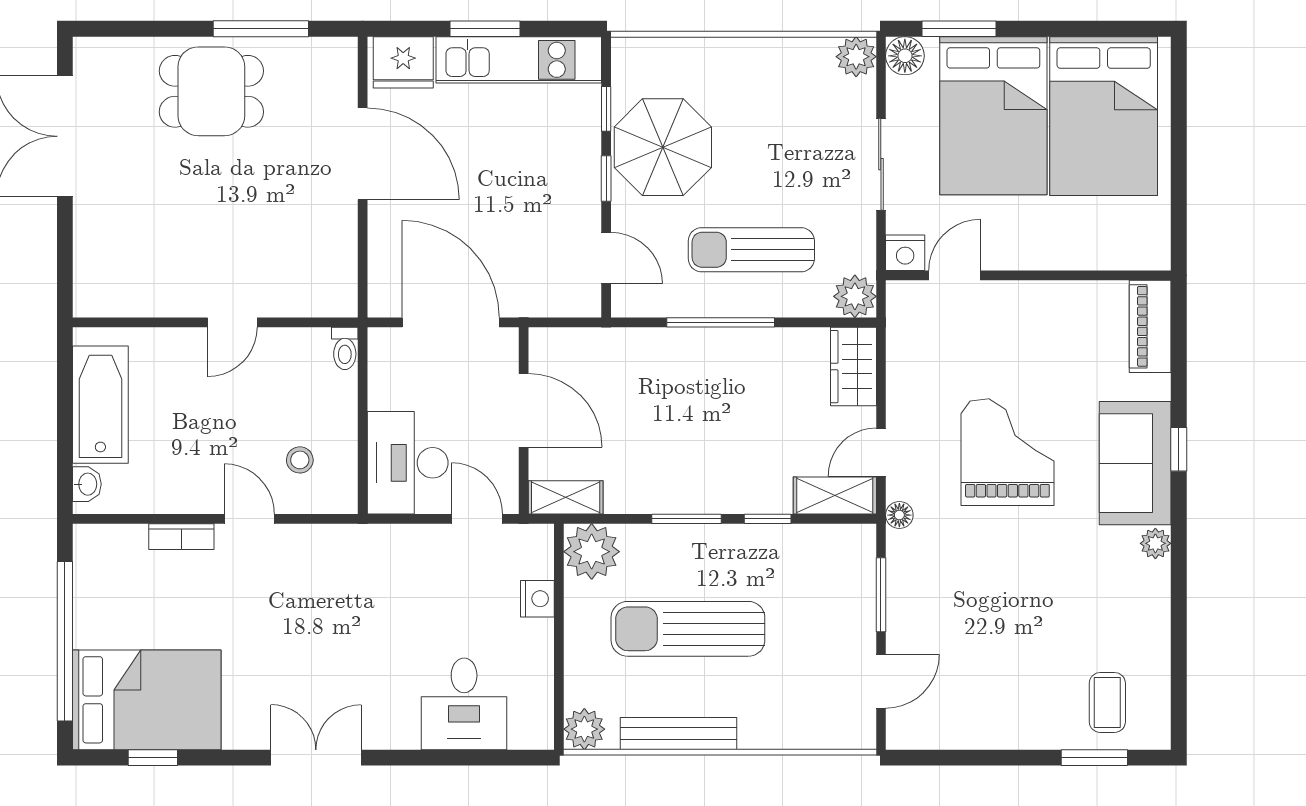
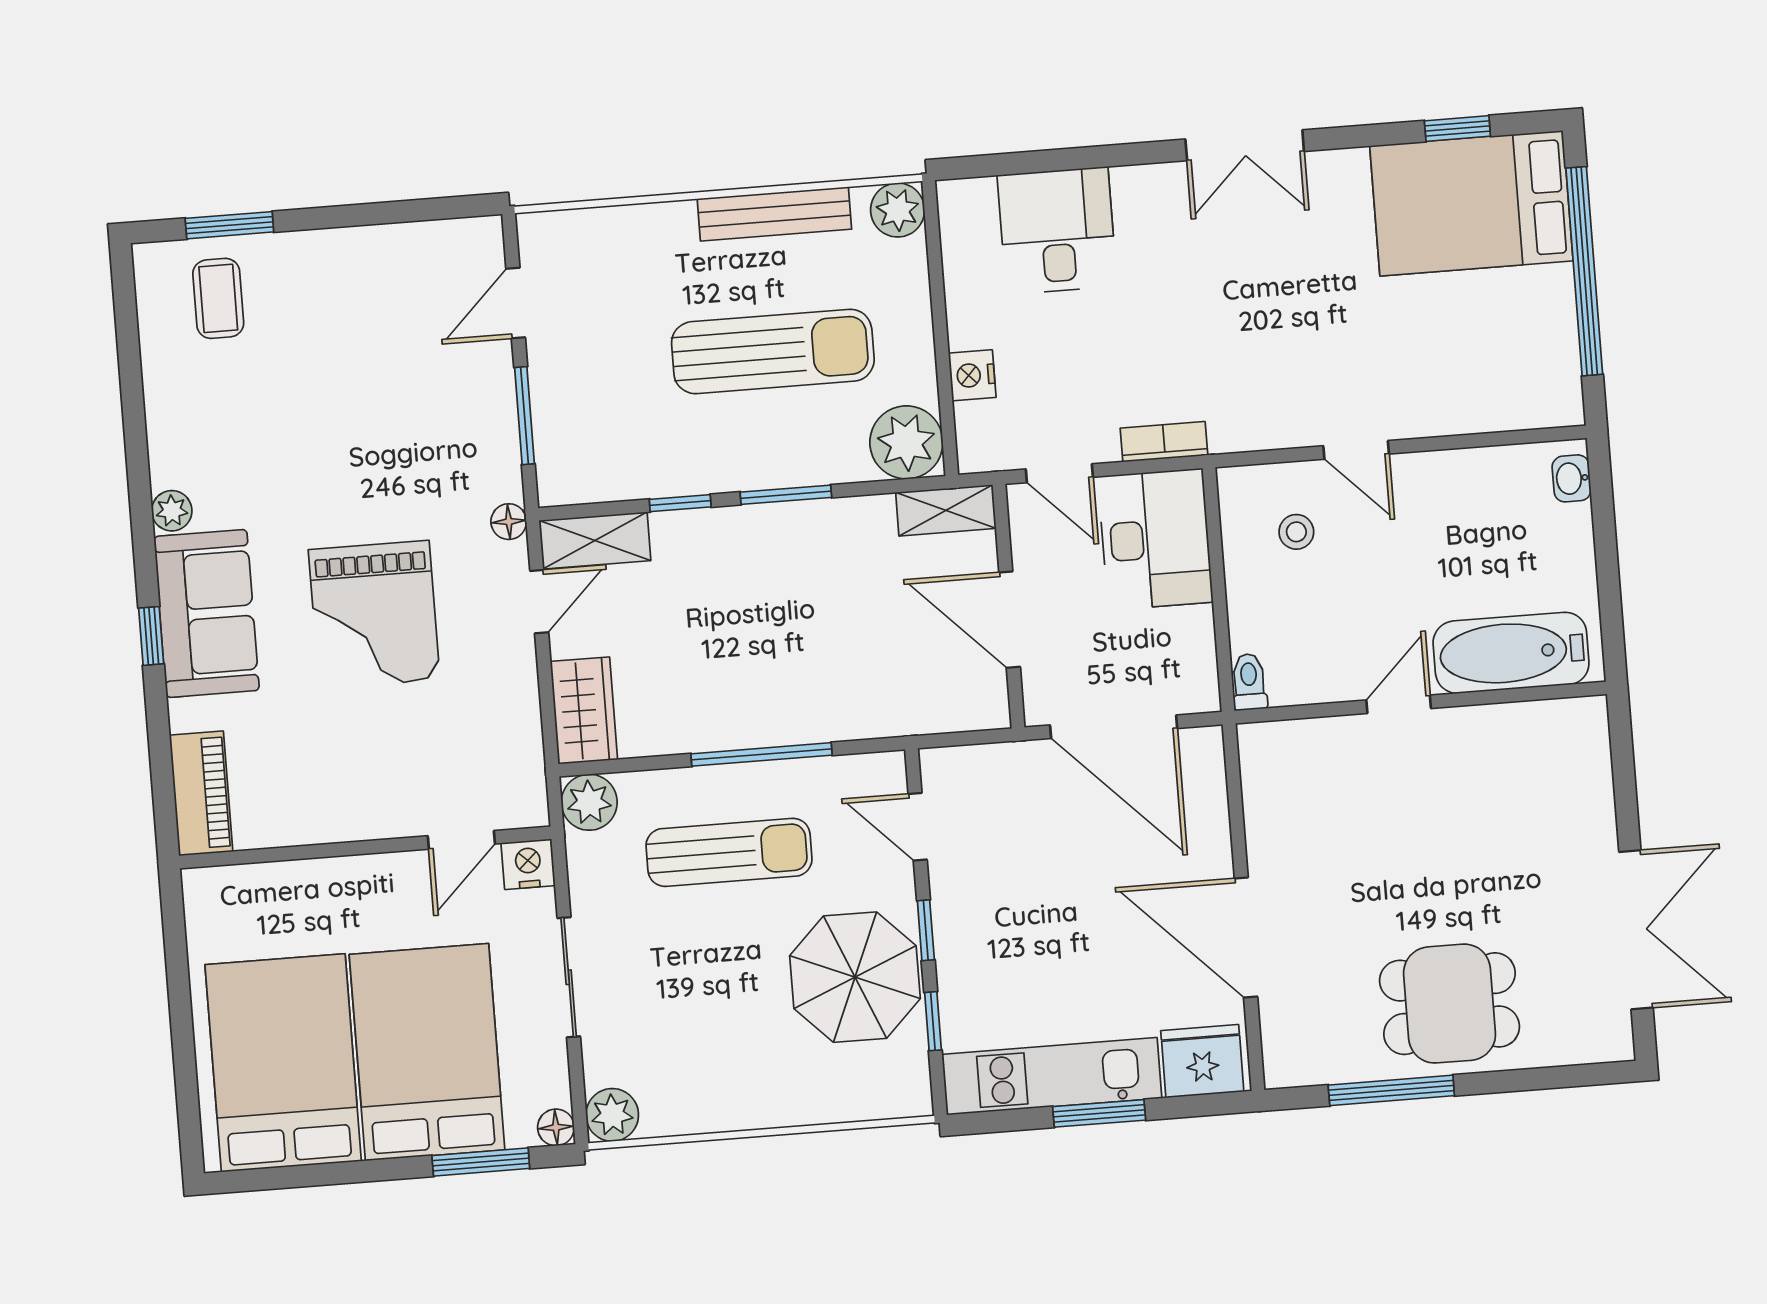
floor lamp: (905, 56) -> (556, 1127), width x0.73, depth x0.73
bathtub: (100, 405) -> (1511, 653), moved, turned 90
bookcase: (181, 537) -> (1164, 442), moved

